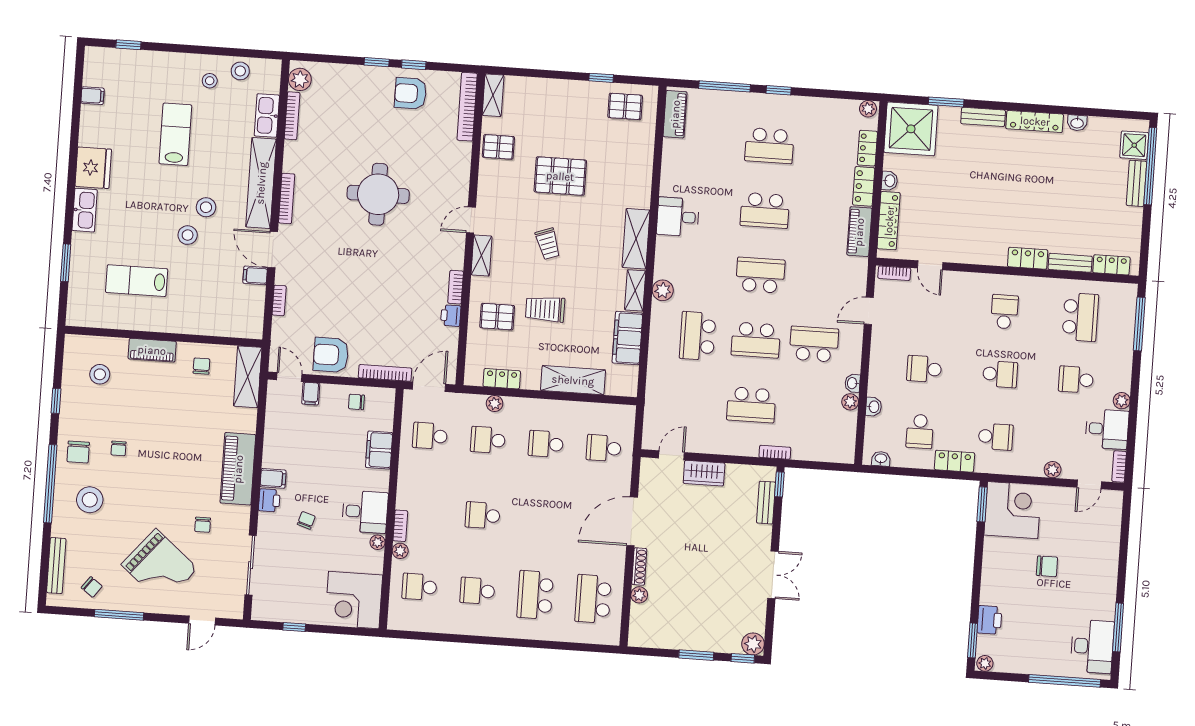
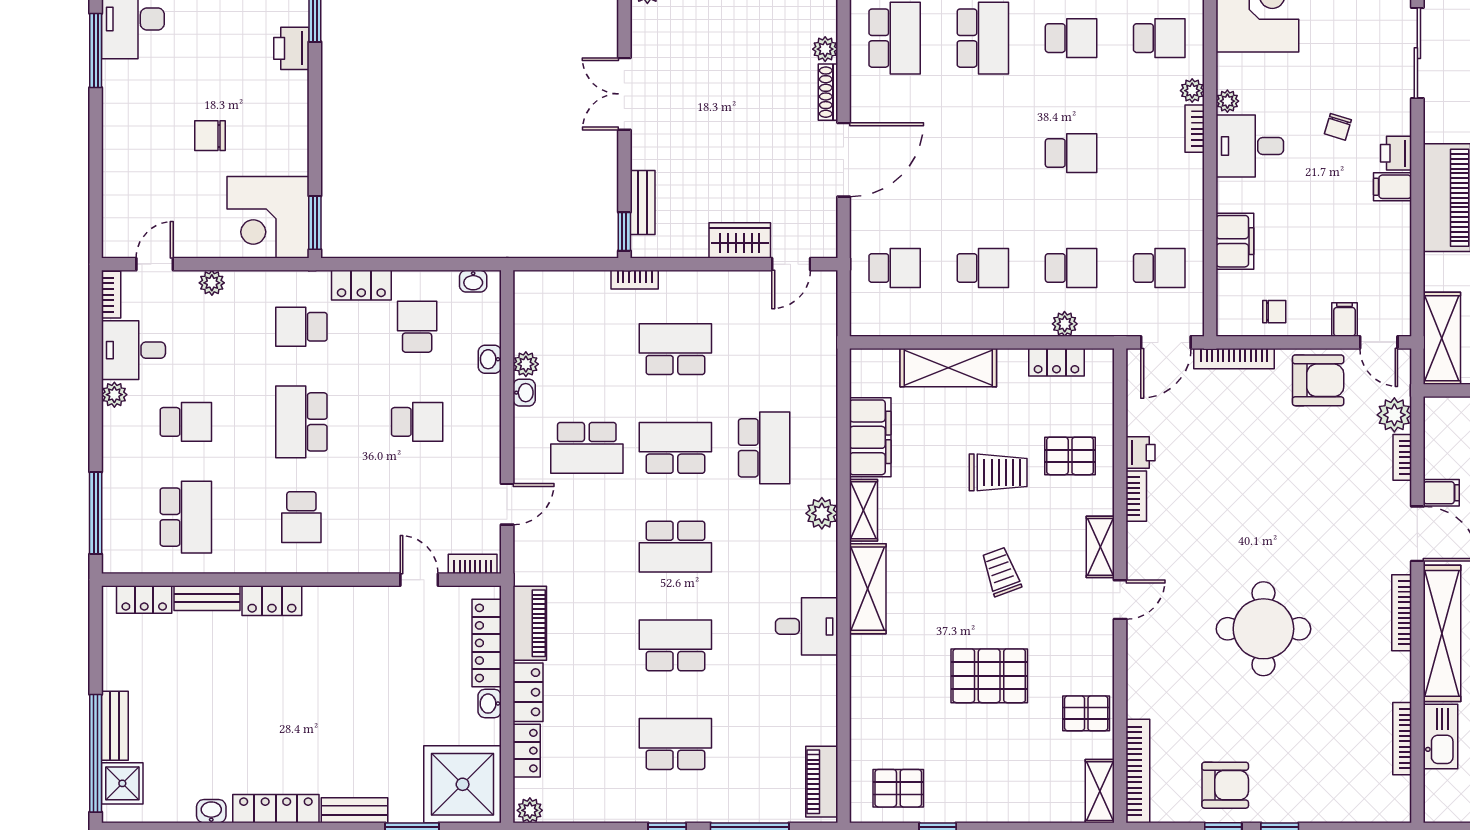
plant: (300, 79) -> (1394, 415), moved
school desk: (1080, 317) -> (186, 517), turned 180
school desk: (1000, 374) -> (301, 422), width x1.85

